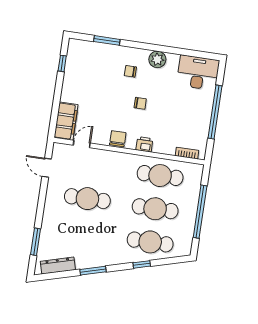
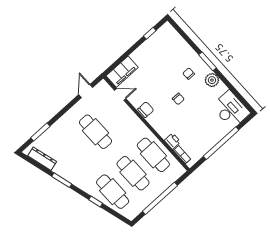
window: (107, 40) -> (207, 61), moved
printer: (144, 144) -> (172, 141), moved

